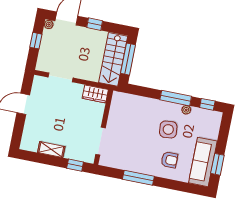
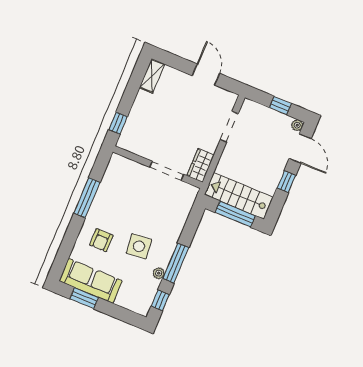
doorway: (101, 141) -> (167, 171), moved
shelving: (51, 150) -> (152, 76), moved

